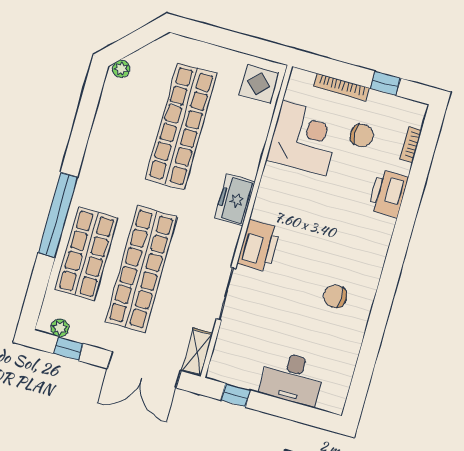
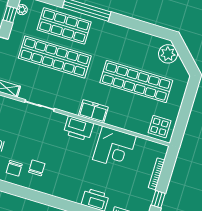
plant: (121, 69) -> (168, 54), width x1.87, depth x1.87
chair: (362, 135) -> (14, 168), moved
corner desk: (304, 138) -> (114, 148), moved
printer: (259, 246) -> (79, 128), moved

